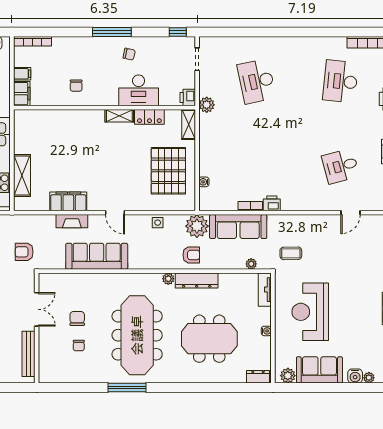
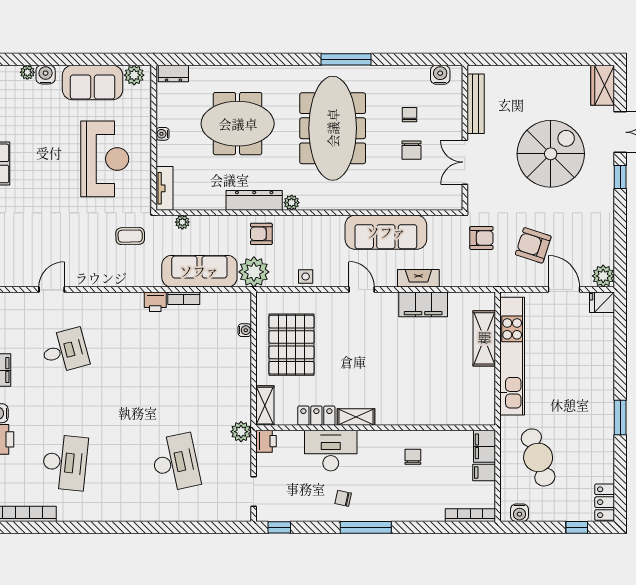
water cooler: (55, 376) -> (440, 75), added

